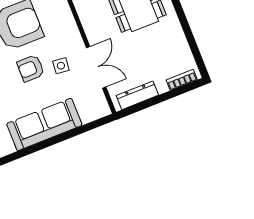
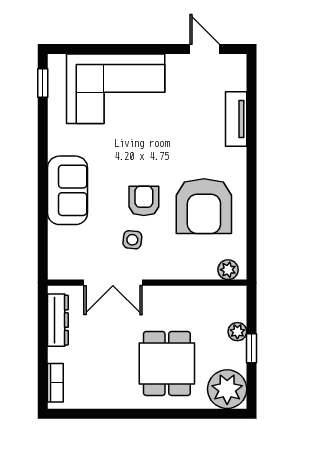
sofa: (44, 124) -> (67, 190), width x0.73

